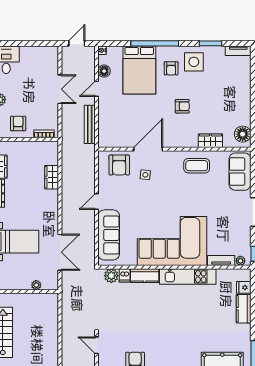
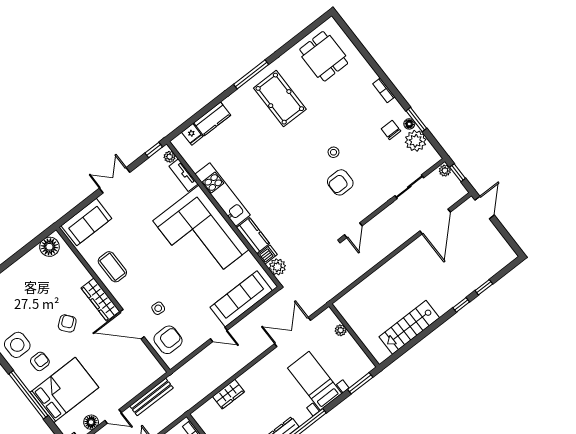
armchair: (182, 106) -> (67, 323), turned 51
wardrobe: (210, 141) -> (100, 300), moved, width x1.50

